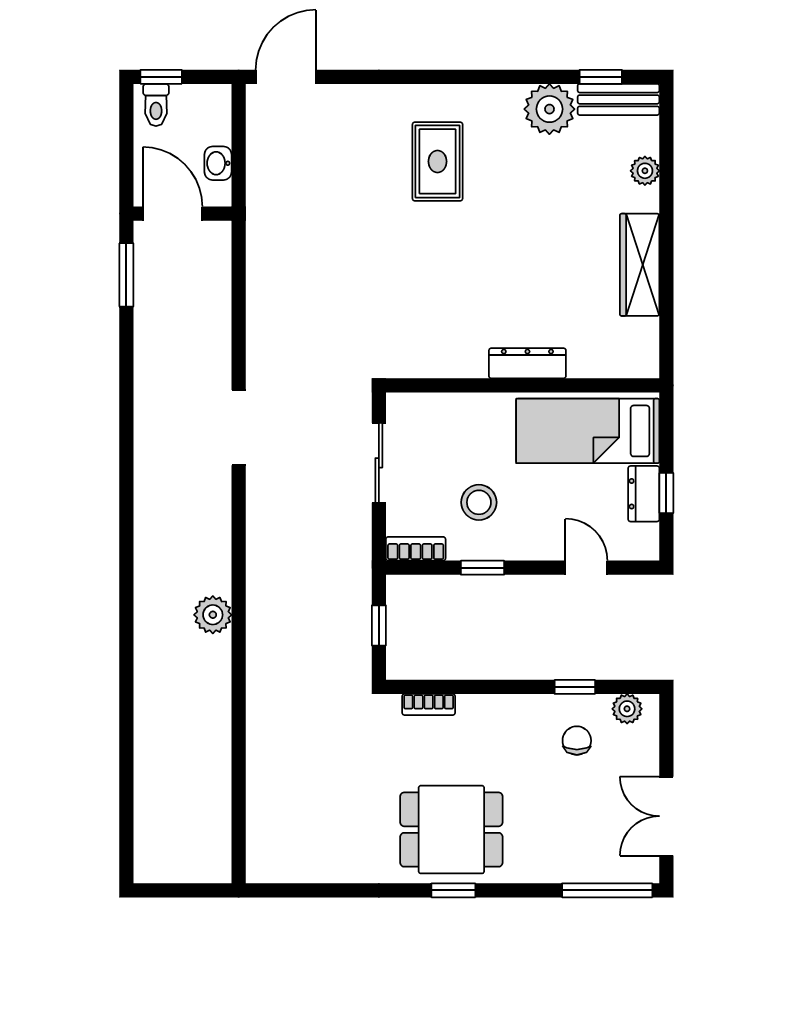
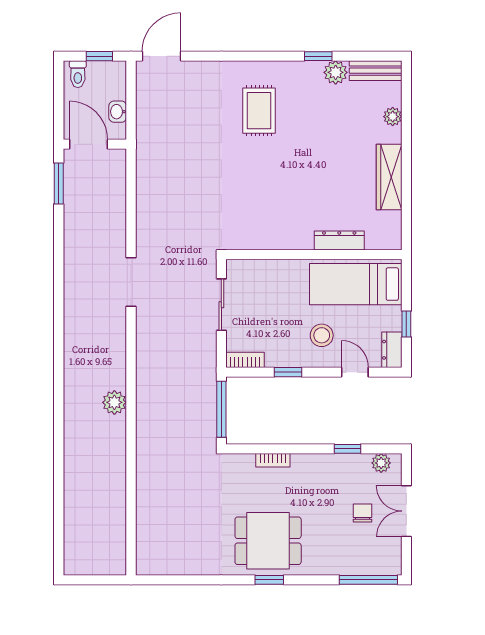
window: (161, 77) -> (99, 56), moved
window: (601, 77) -> (318, 56), moved
plant: (549, 109) -> (336, 72), width x0.73, depth x0.73
dresser: (527, 363) -> (339, 240), moved
dresser: (644, 494) -> (392, 350), moved
stool: (479, 502) -> (322, 335), moved
window: (379, 625) -> (221, 409), width x2.17
bookcase: (429, 704) -> (273, 460), moved
chair: (577, 741) -> (362, 513), moved
double door: (666, 816) -> (406, 511), moved

